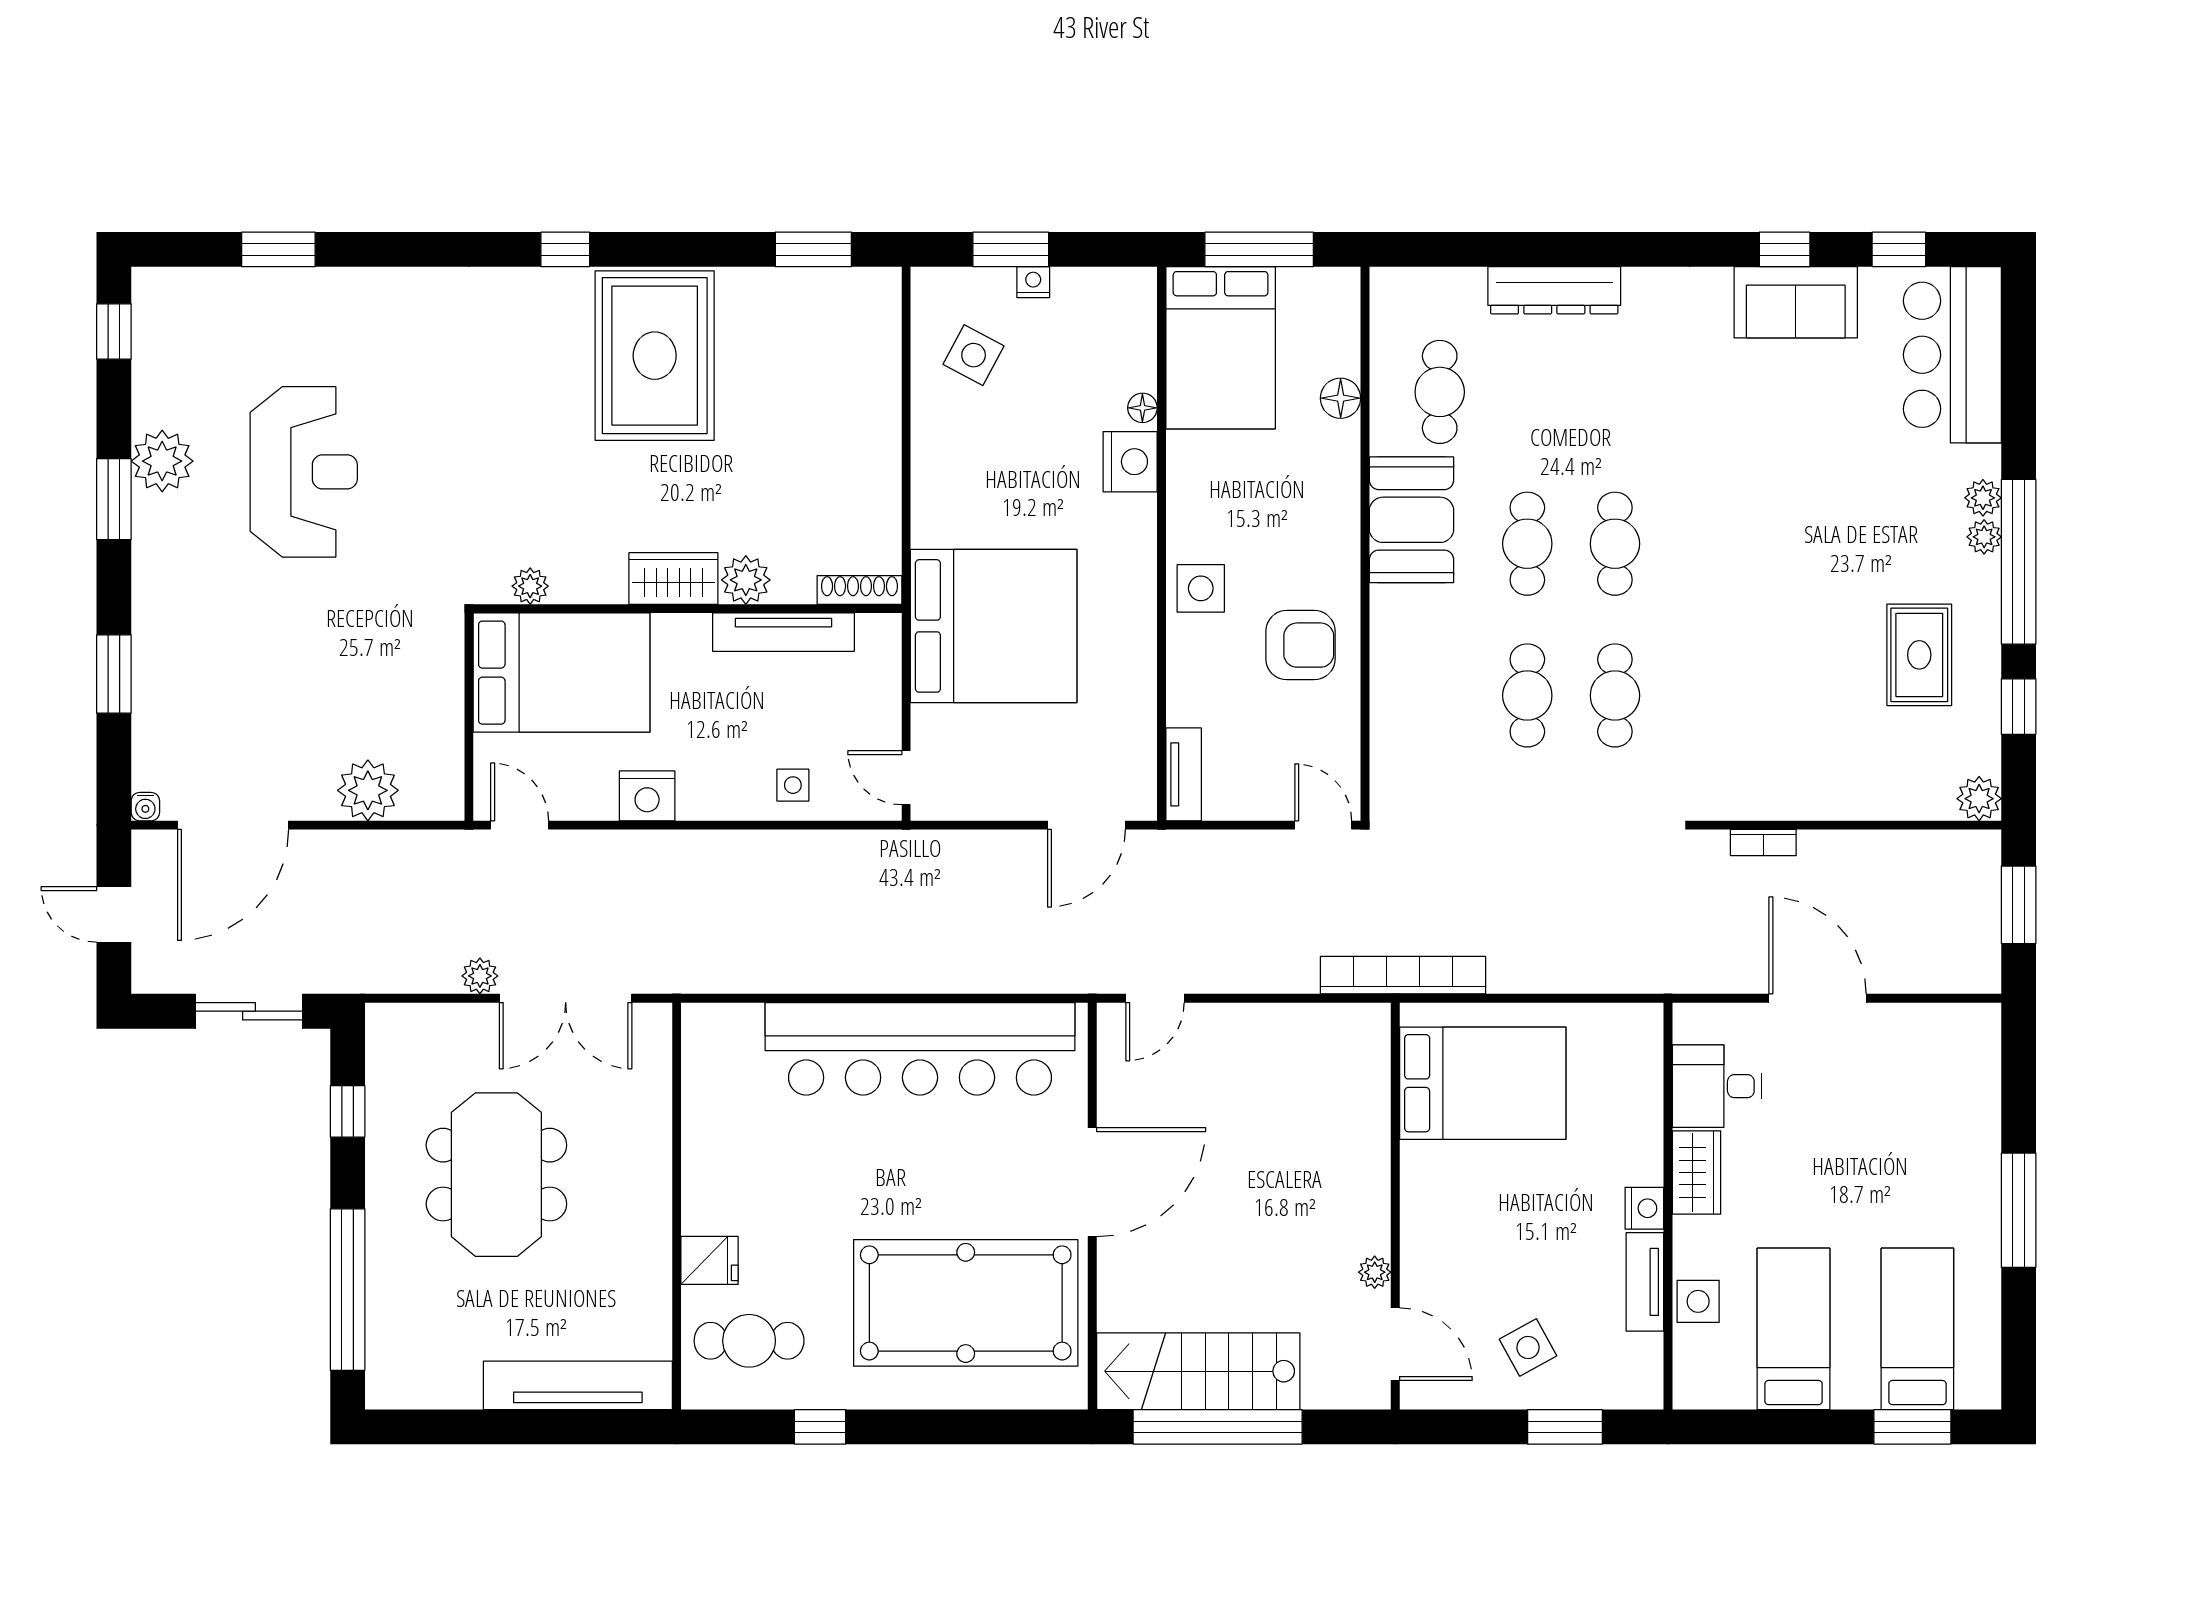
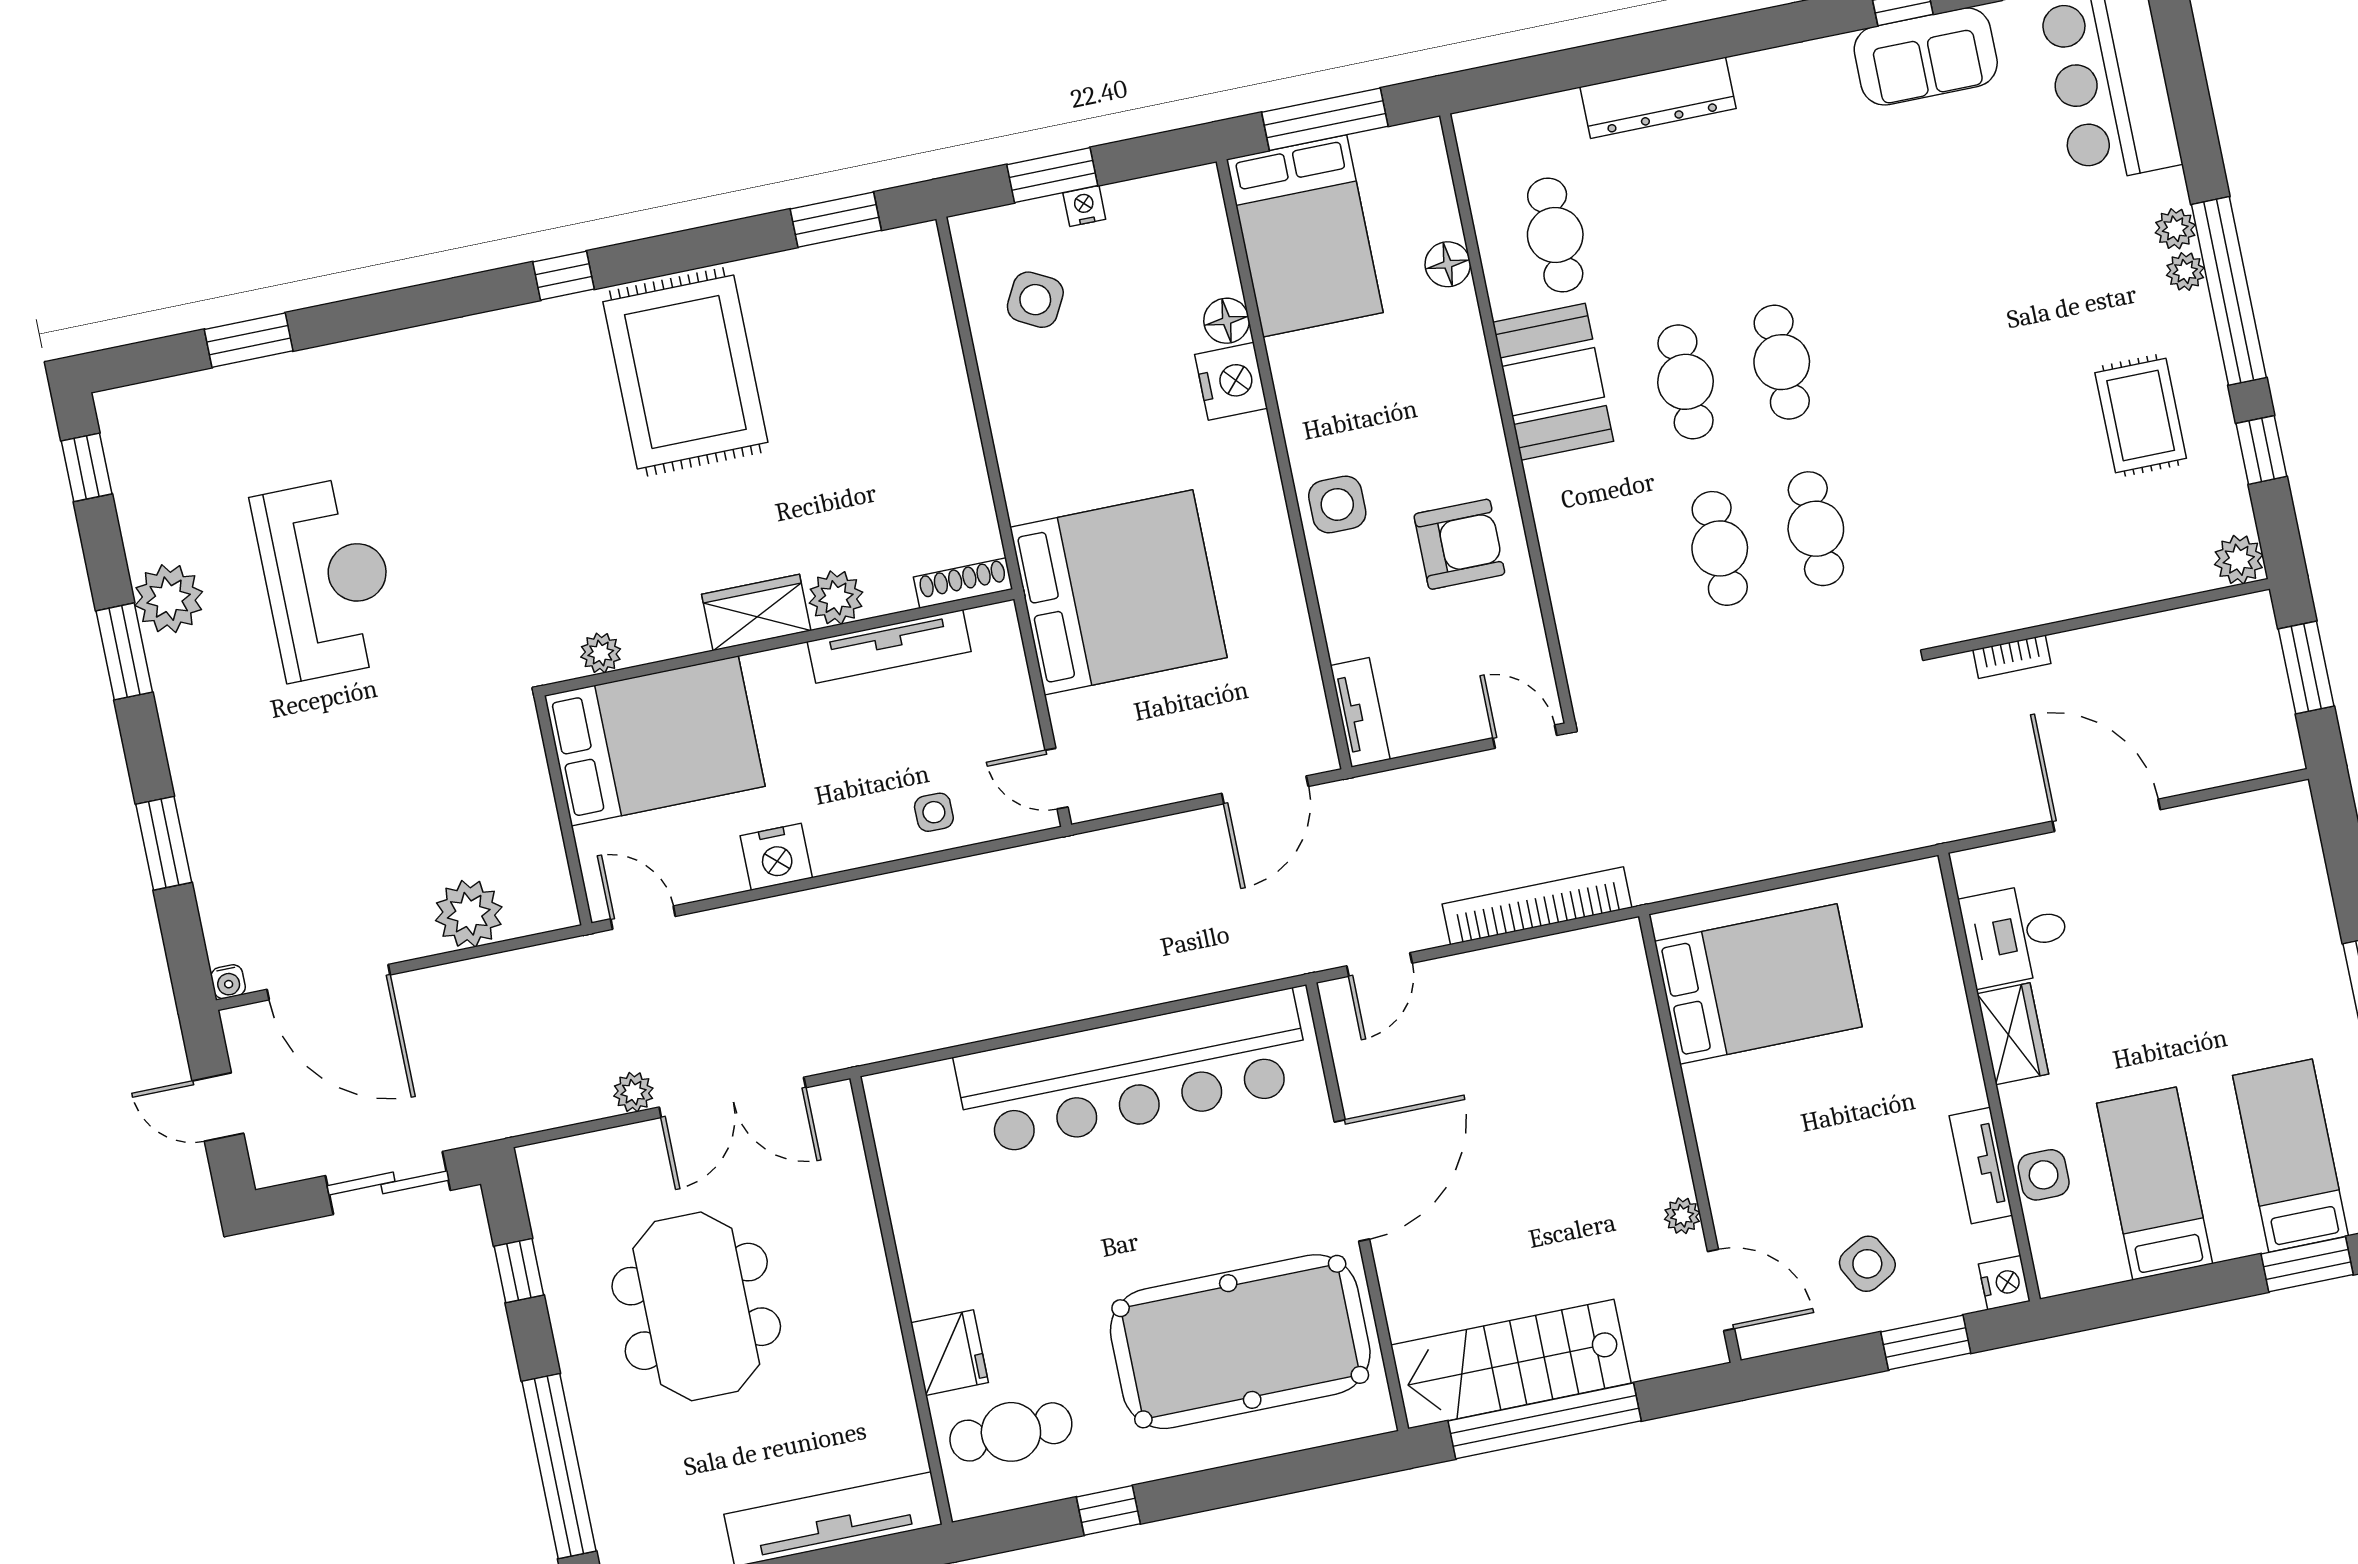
floor lamp: (1142, 408) -> (1227, 321), width x1.37, depth x1.37
door: (233, 825) -> (329, 982), hinge flipped
bookcase: (1403, 975) -> (1537, 906), moved
nightstand: (1644, 1208) -> (2004, 1283), moved
fridge: (710, 1260) -> (950, 1353), width x1.38

